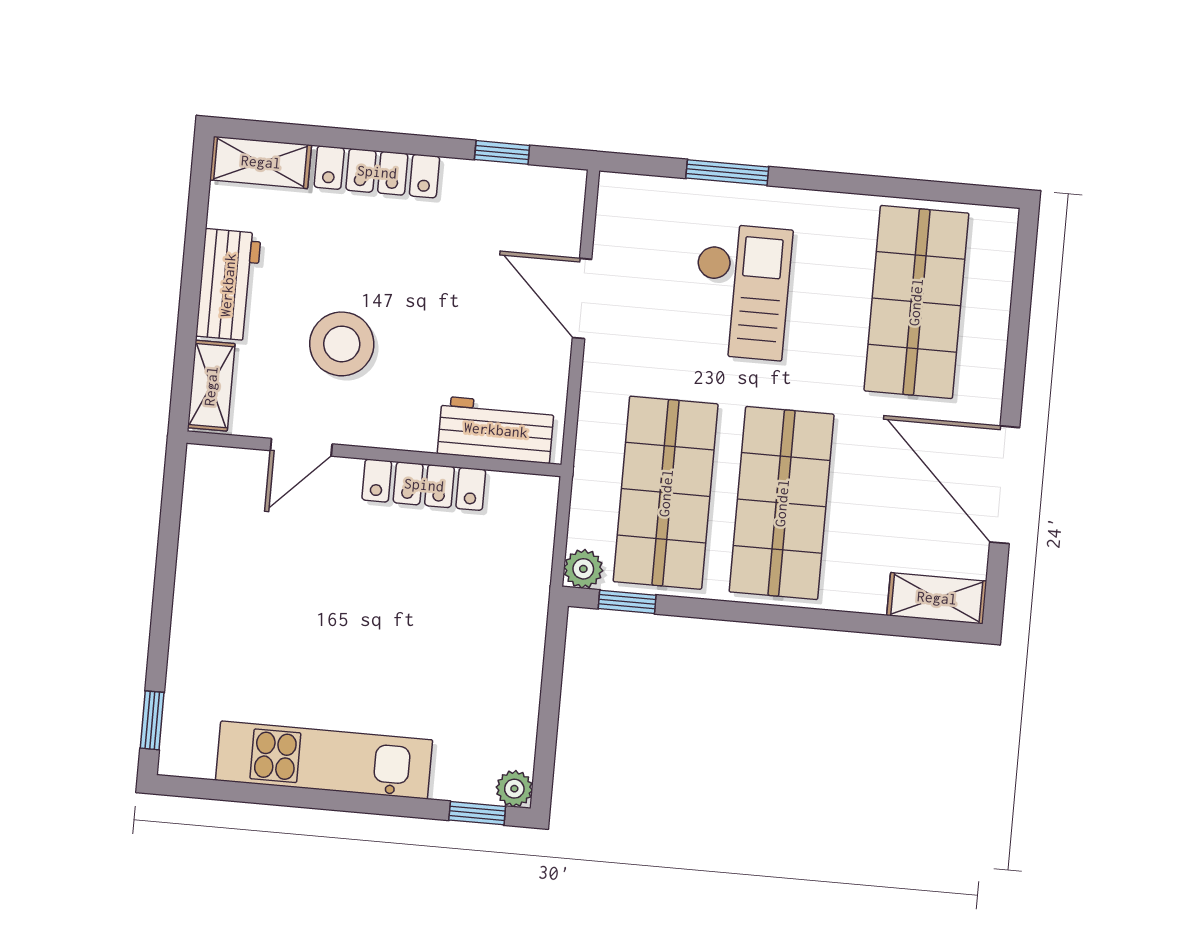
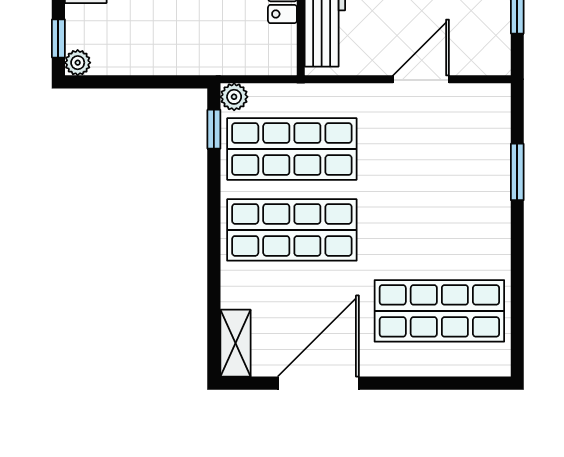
checkout: (741, 292) -> (436, 189), removed

